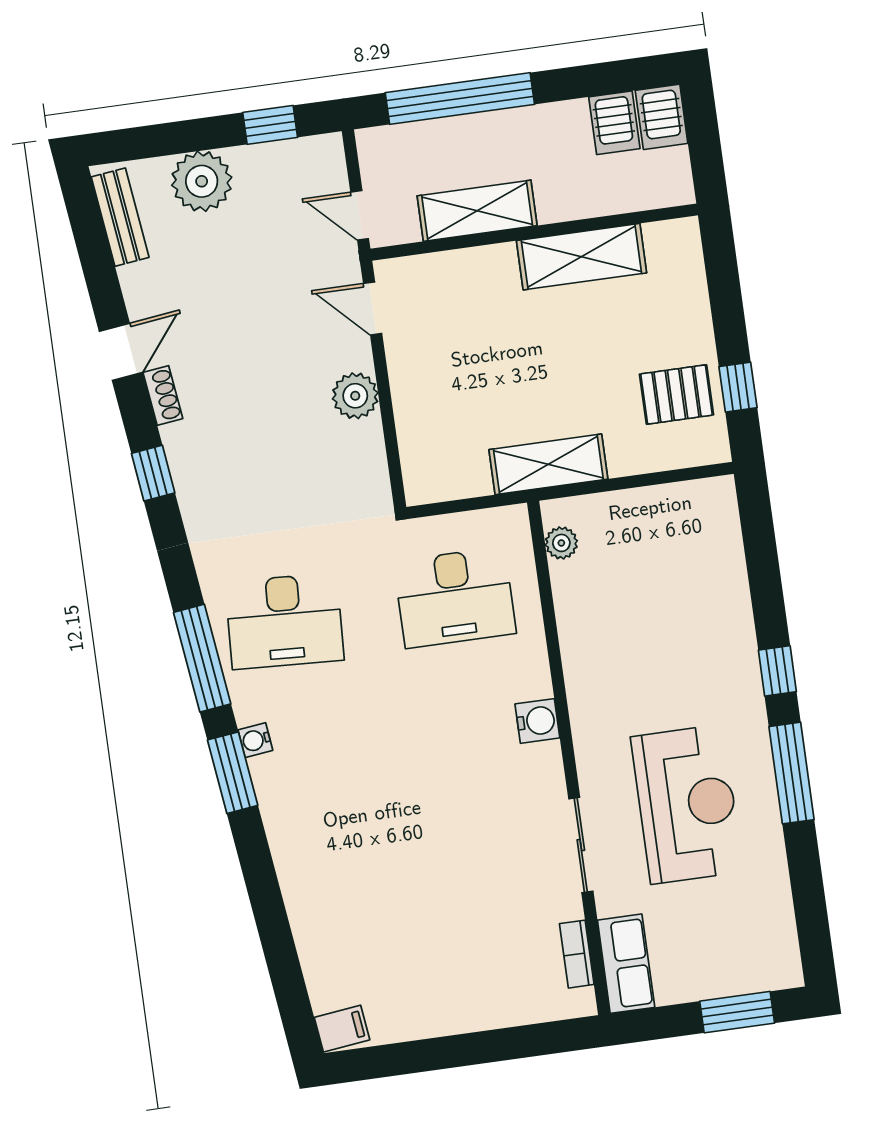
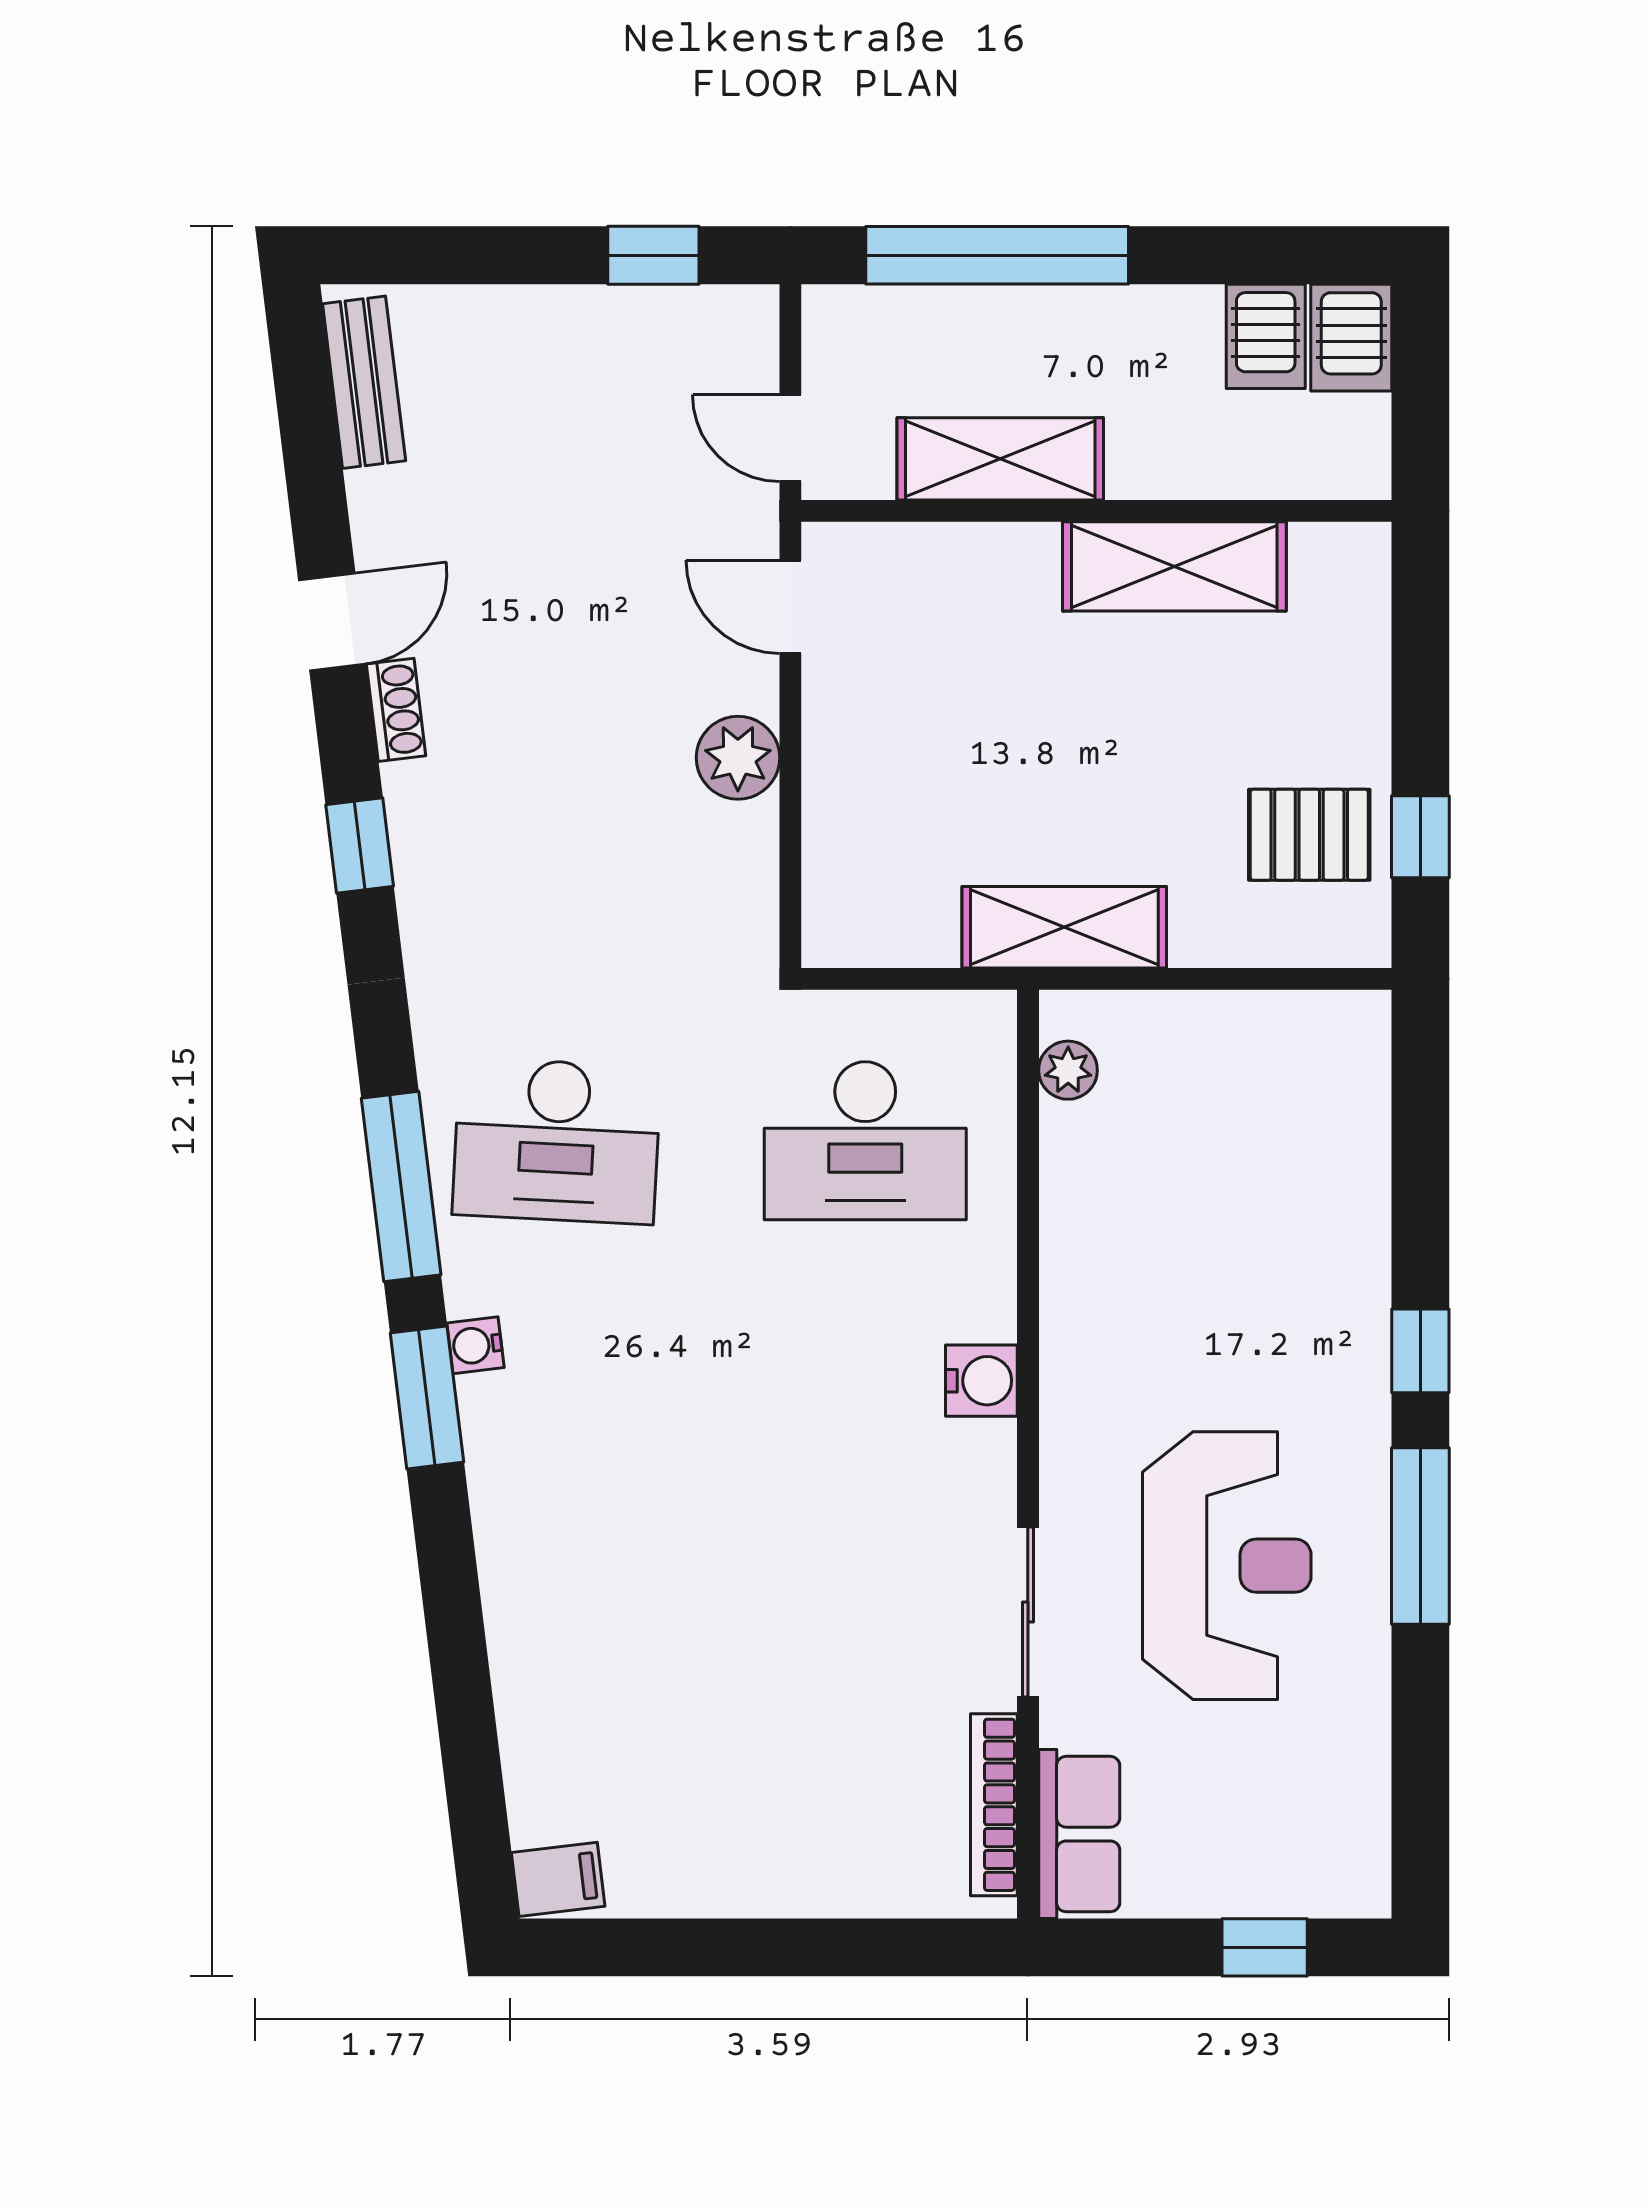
plant: (202, 181) -> (518, 339), removed
bookcase: (577, 954) -> (994, 1805), width x1.56
window: (737, 1012) -> (1265, 1947), width x0.67

